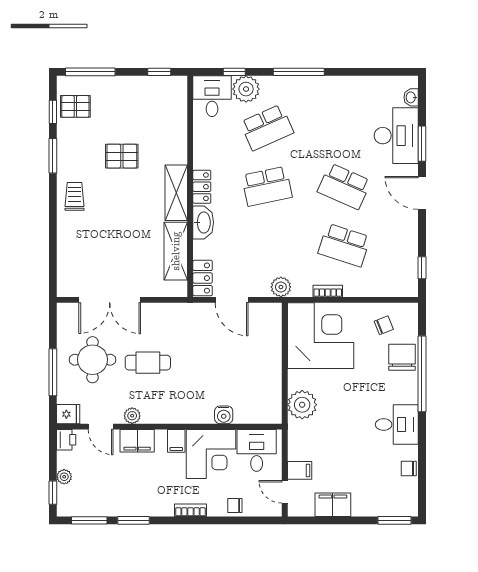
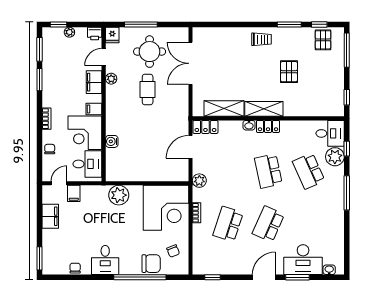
washbasin: (203, 222) -> (249, 125), width x0.52, depth x0.69

